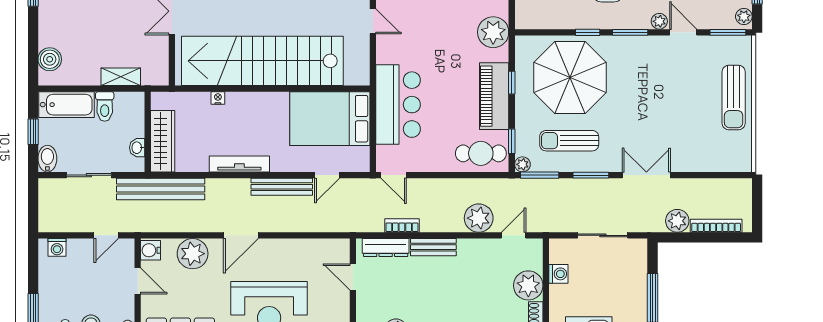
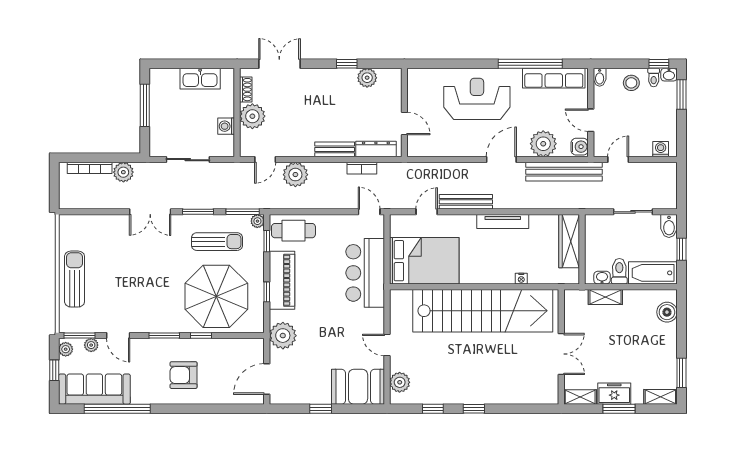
plant: (659, 21) -> (91, 345), moved
washbasin: (137, 148) -> (602, 278), moved, turned -90
bench: (161, 189) -> (564, 172), moved

